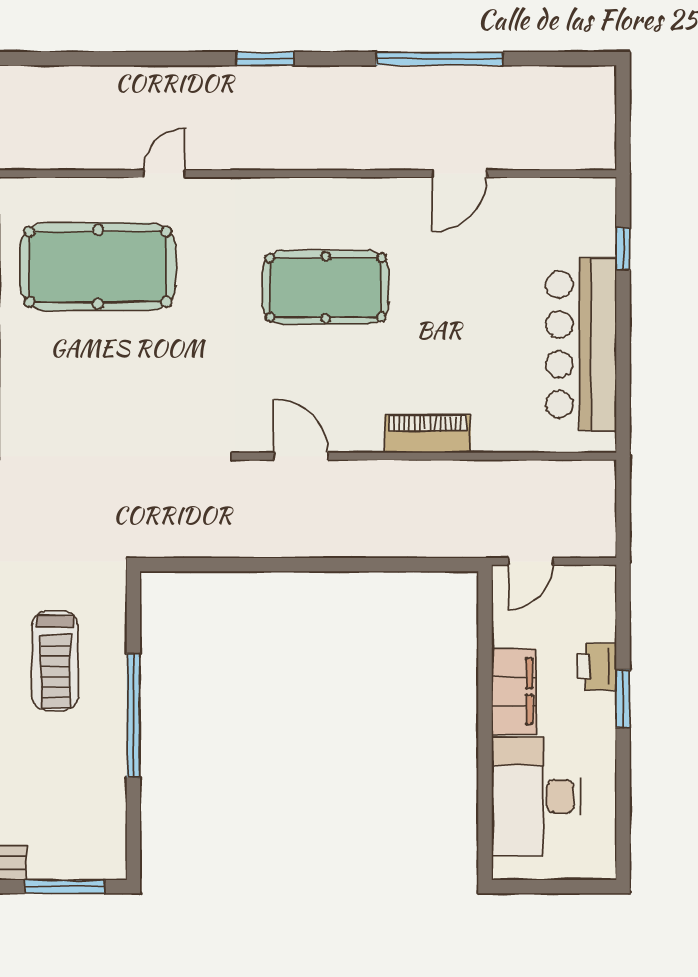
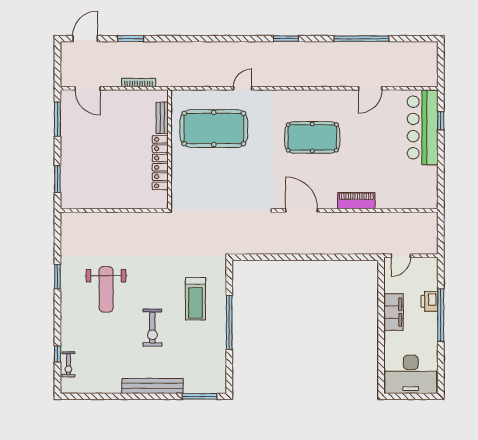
bar counter: (581, 344) -> (423, 128), moved
door: (301, 456) -> (302, 210), width x1.36
window: (623, 699) -> (441, 315), width x2.11
desk: (536, 796) -> (411, 374), moved, turned -90

